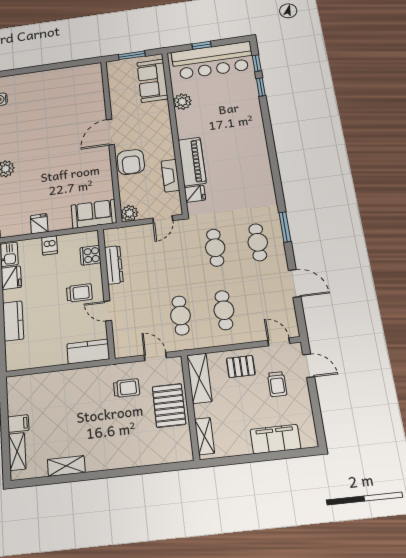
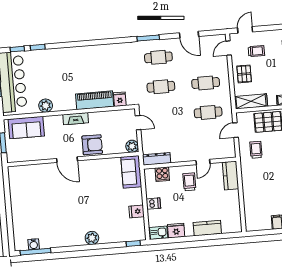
fireplace: (170, 176) -> (76, 119), moved
dresser: (114, 265) -> (157, 159), moved
door: (295, 283) -> (189, 35), swing flipped

